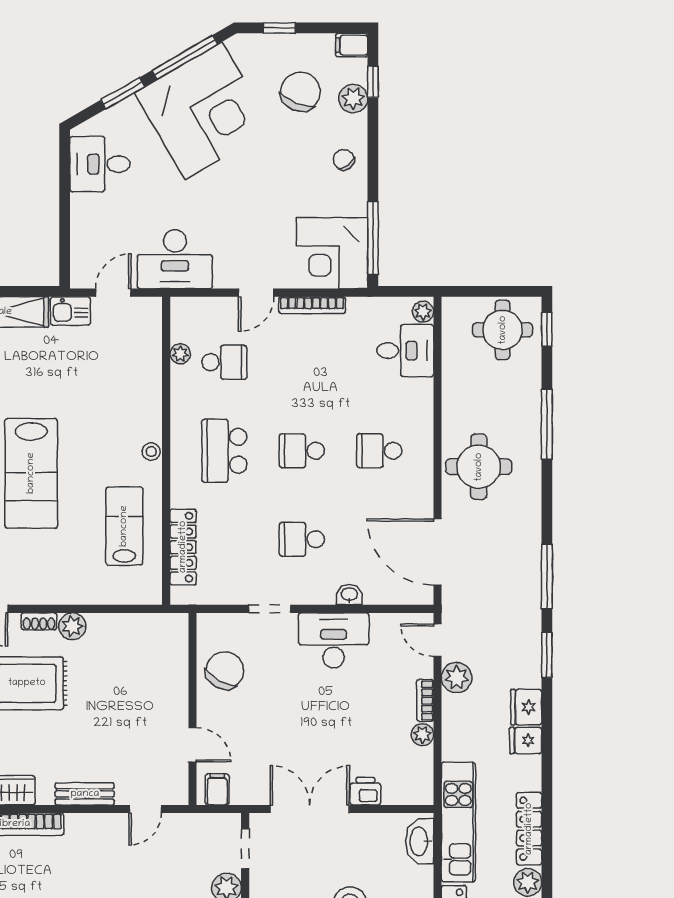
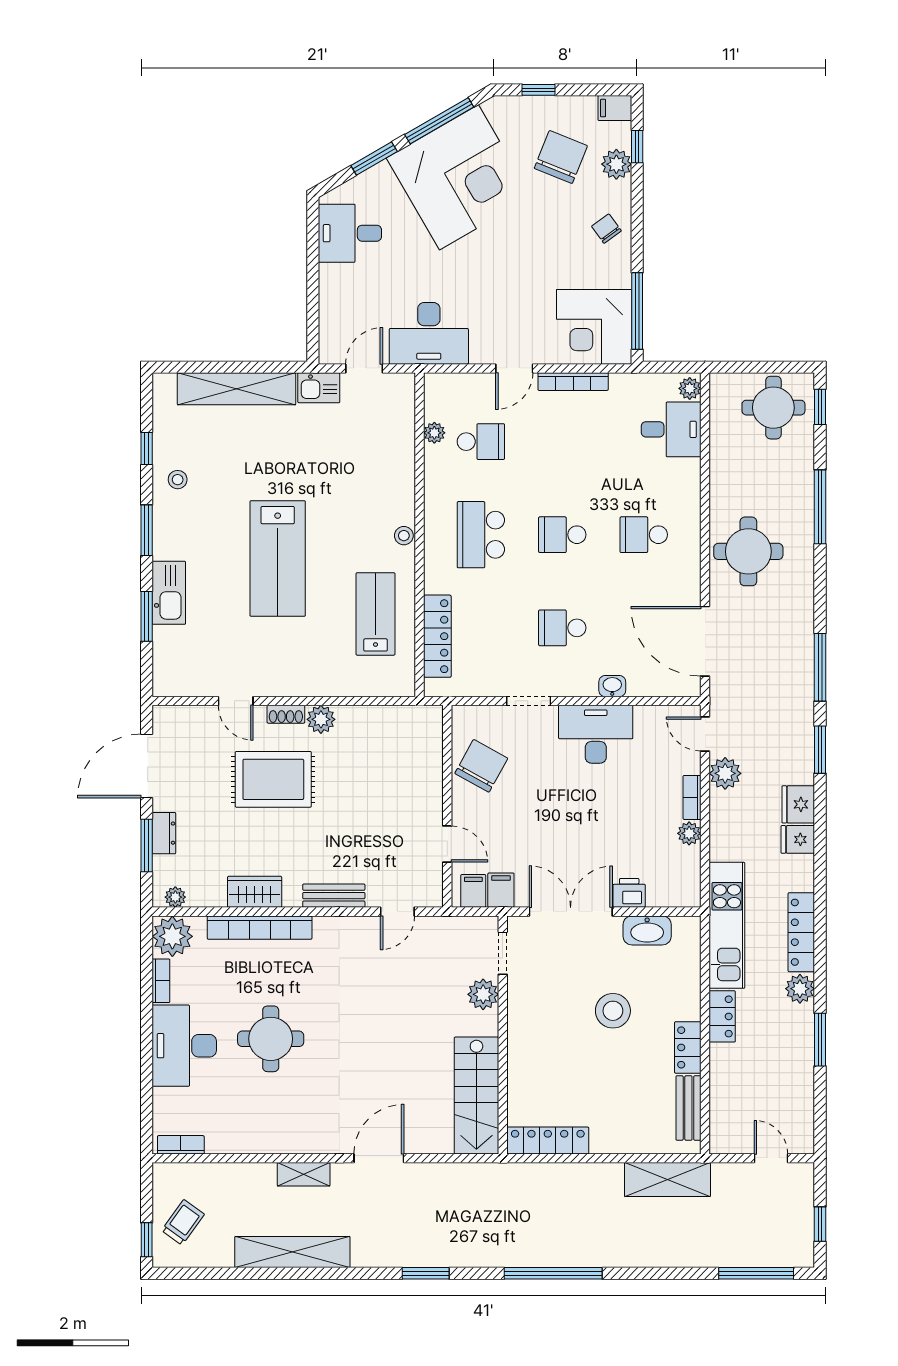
filing cabinet: (244, 789) -> (501, 890), added
washbasin: (420, 841) -> (647, 930), moved, turned -90

